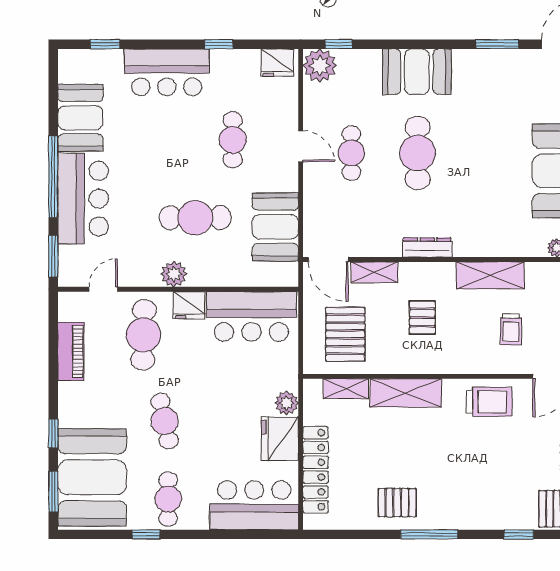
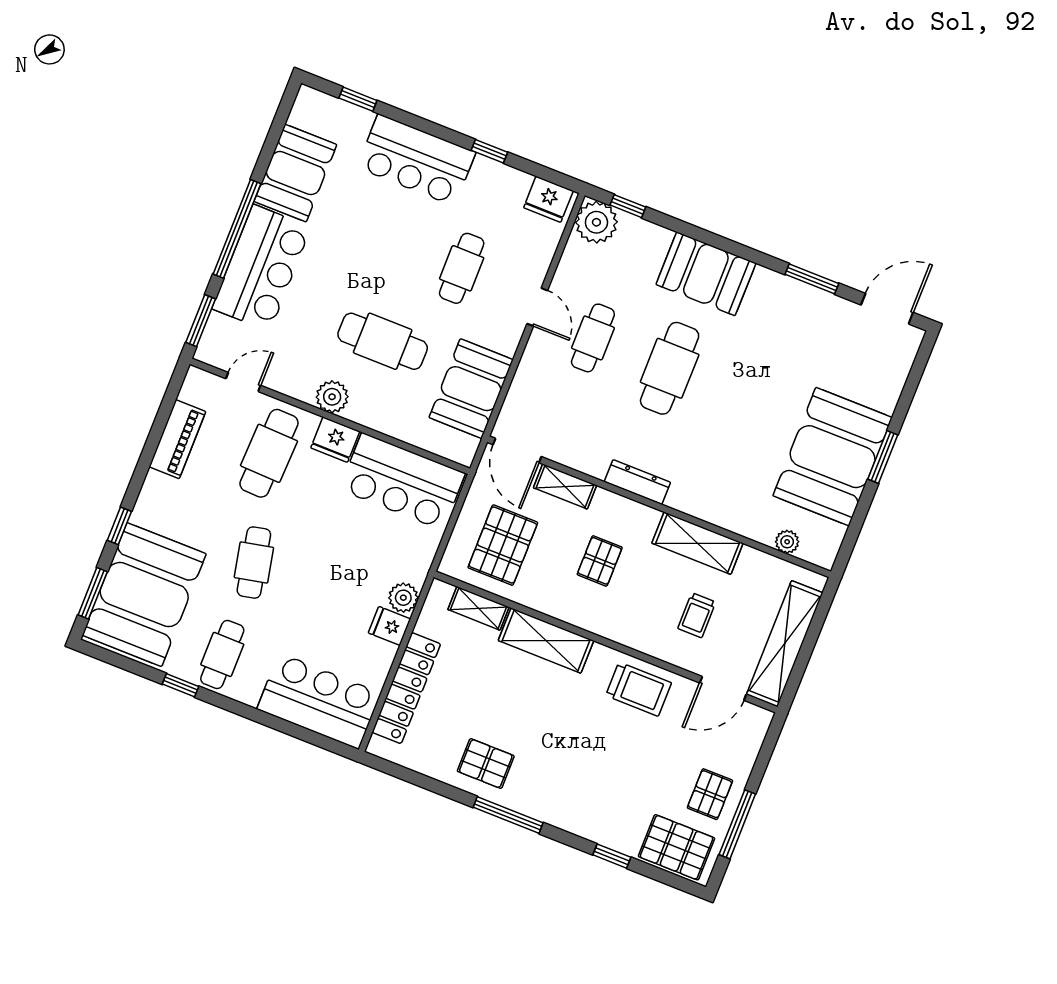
fridge: (280, 439) -> (389, 626), width x0.53, depth x0.75

